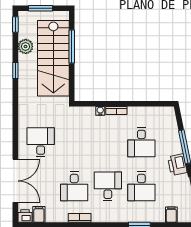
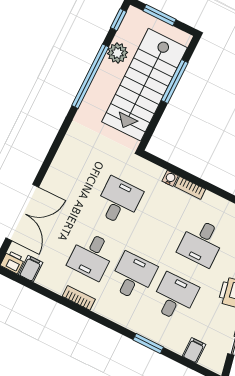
window: (15, 70) -> (90, 76), width x3.17
desk: (41, 142) -> (119, 201), moved
desk: (141, 186) -> (174, 297), turned 180

